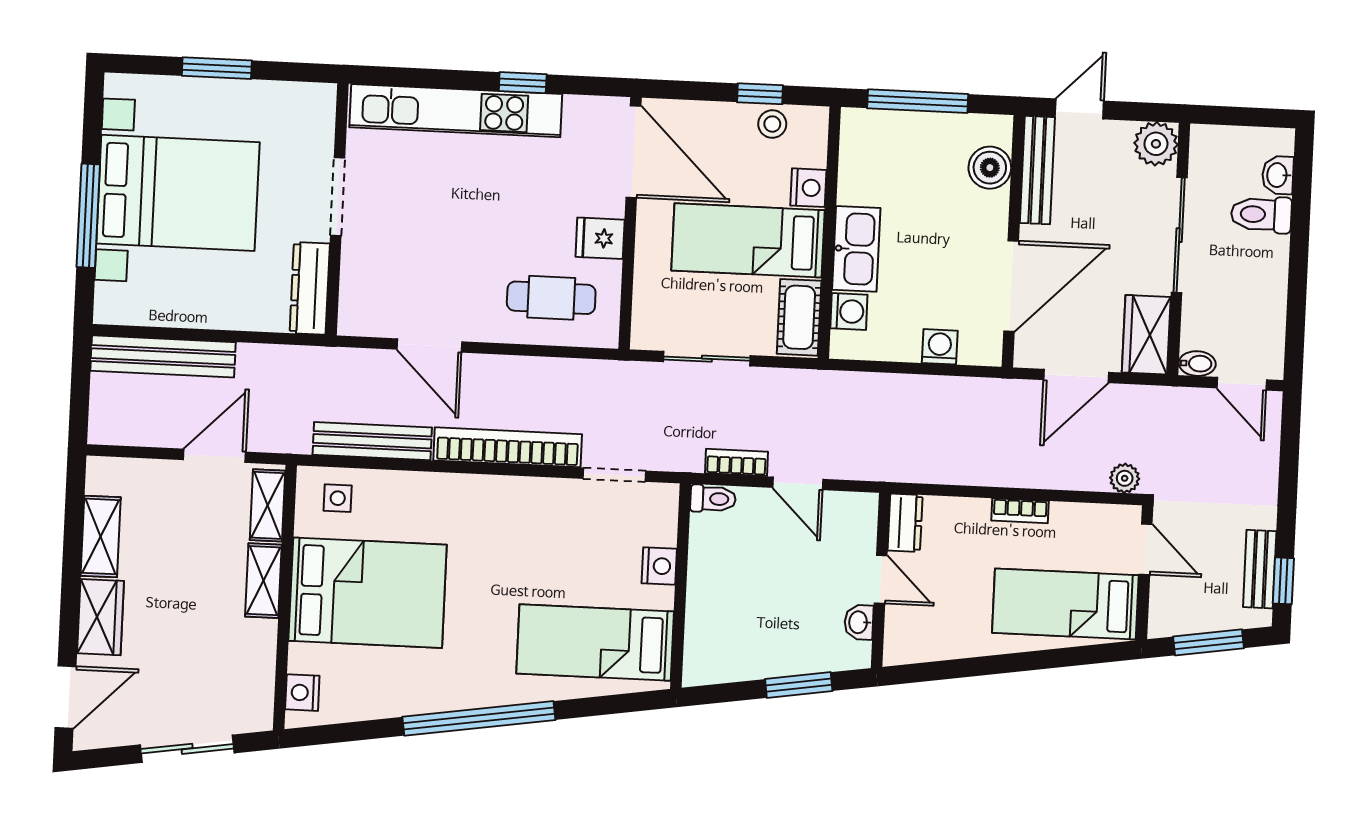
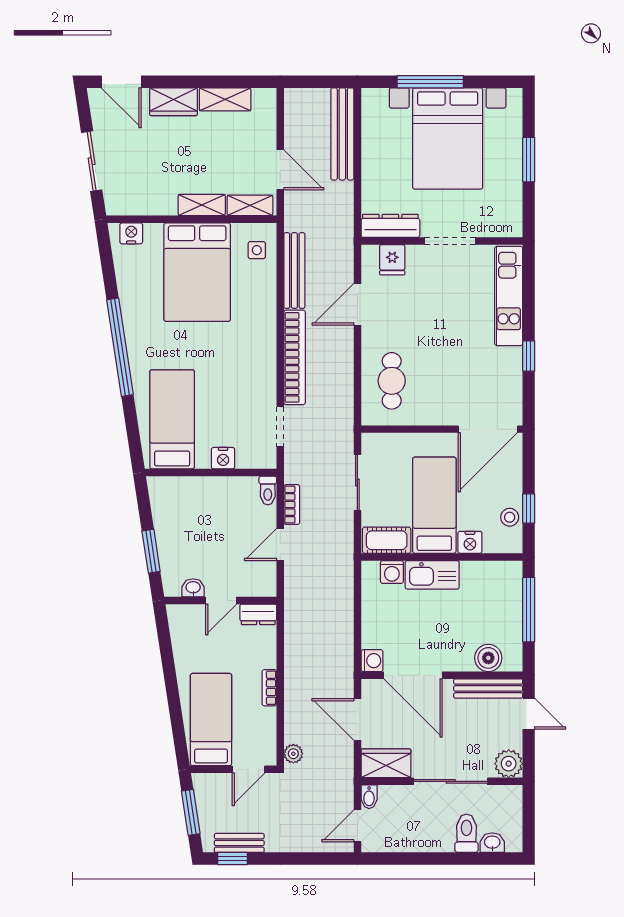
kitchen unit: (456, 111) -> (509, 296), width x0.73
fridge: (600, 238) -> (392, 260), moved, turned 180
washing machine: (940, 347) -> (372, 661), moved

